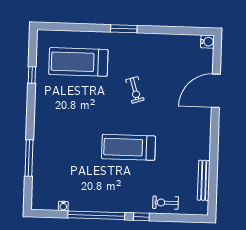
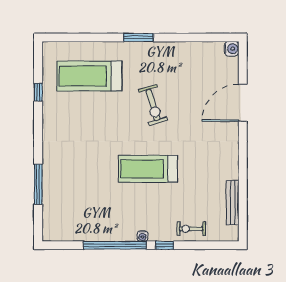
exercise bike: (135, 90) -> (153, 105), width x1.38, depth x1.39
water cooler: (63, 206) -> (142, 236), moved

